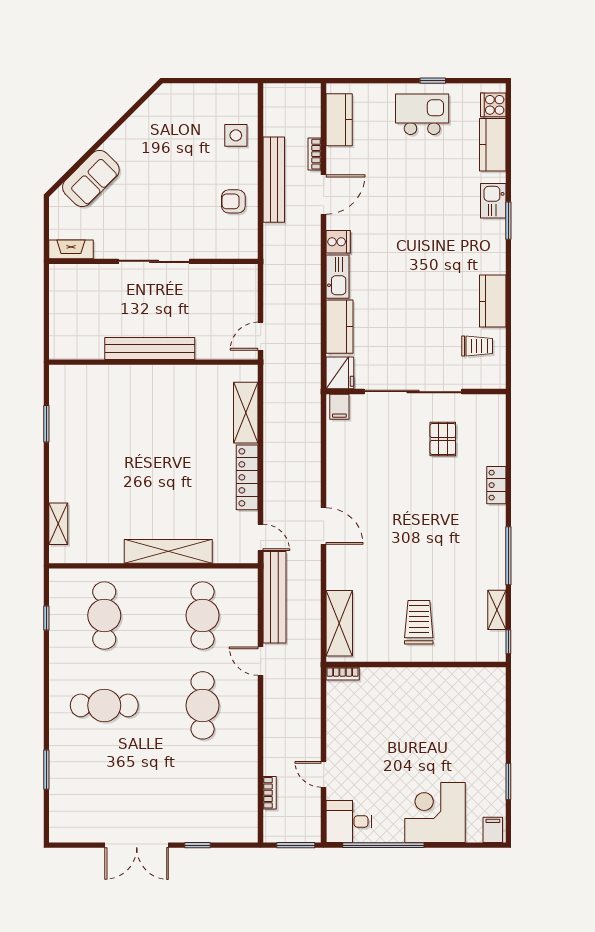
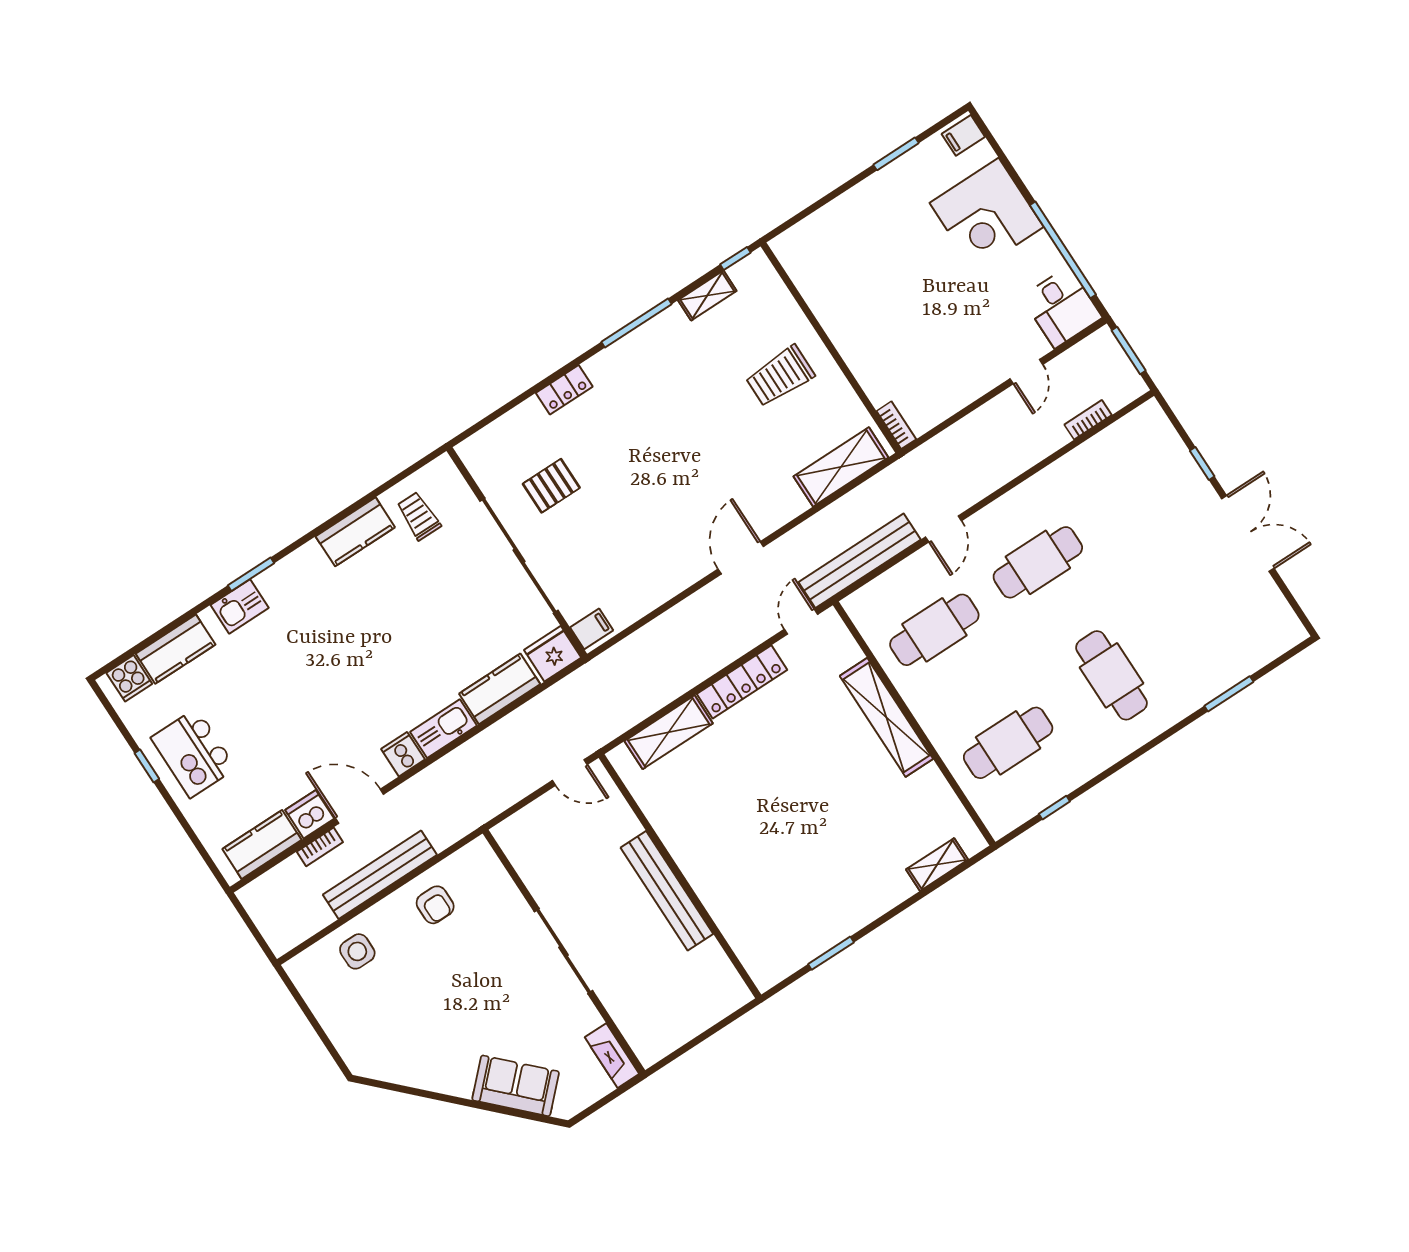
dishwasher: (338, 161) -> (310, 814), added

